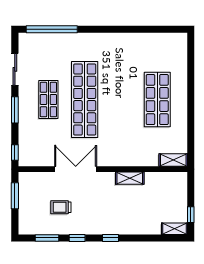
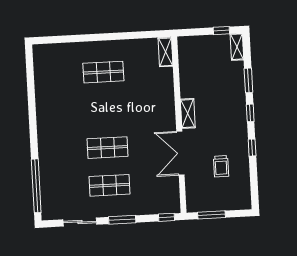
shop shelf: (85, 100) -> (107, 148), width x0.50, depth x0.74
shop shelf: (157, 100) -> (103, 72), width x0.70, depth x0.74
shelving: (130, 178) -> (188, 113), moved
window: (47, 238) -> (248, 80), moved

